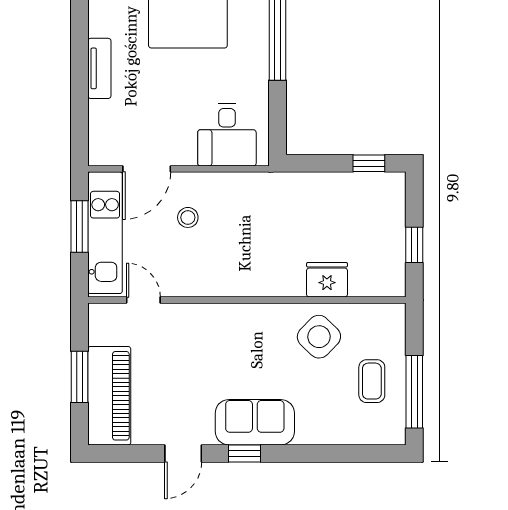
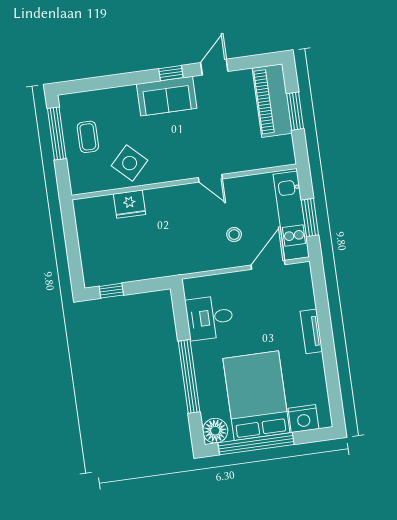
desk: (227, 135) -> (210, 318), moved, turned -90
window: (414, 245) -> (71, 237), removed
door: (143, 300) -> (210, 178), moved

